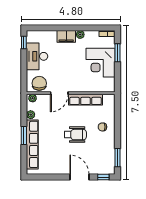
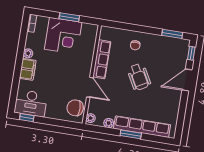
window: (118, 53) -> (69, 17), moved
desk: (37, 56) -> (31, 103), moved
wheelchair: (75, 135) -> (139, 77), turned 151

